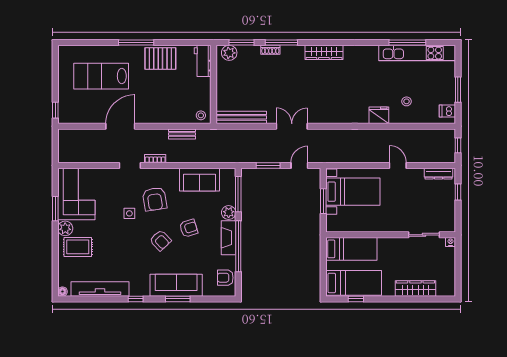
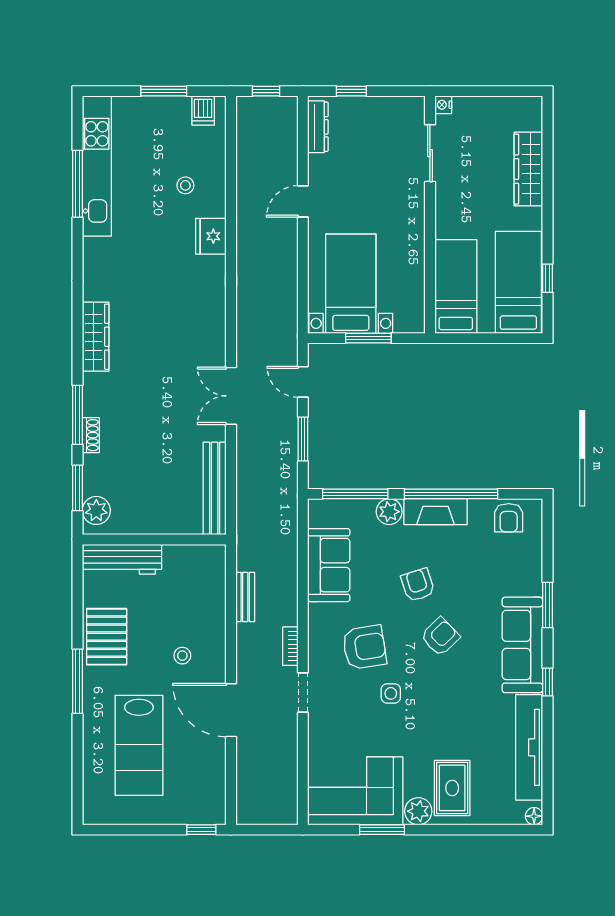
workbench: (203, 61) -> (122, 559), width x1.38
stool: (201, 115) -> (182, 656), moved
sofa: (176, 285) -> (522, 645), moved

